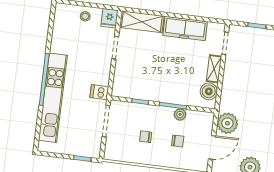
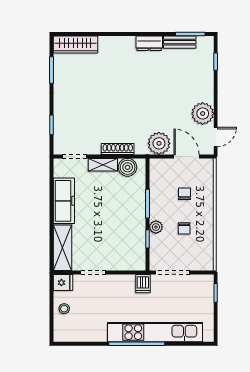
shoe rack: (227, 84) -> (118, 149), added
plant: (180, 114) -> (156, 227), moved

